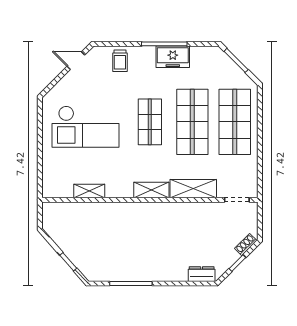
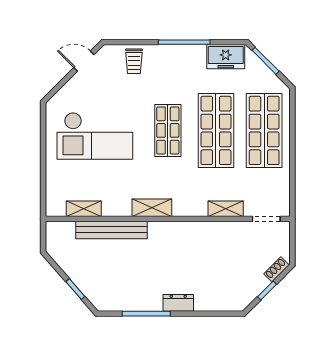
freezer: (173, 57) -> (226, 57), moved
shelving: (193, 189) -> (226, 209), width x0.67, depth x0.75
shelving: (151, 190) -> (152, 208), moved
shelving: (89, 191) -> (84, 209), moved
bench: (100, 210) -> (111, 230), added
dresser: (202, 274) -> (178, 303), moved

